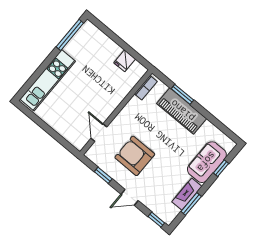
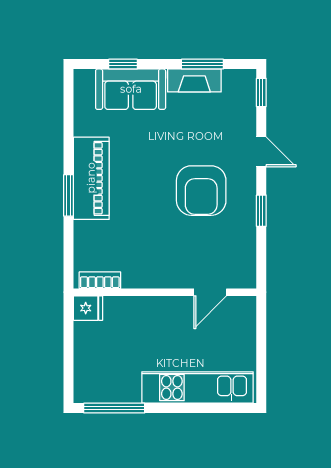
bookcase: (146, 88) -> (100, 280), moved
wall: (116, 112) -> (165, 292), moved
door: (99, 133) -> (210, 292), moved

